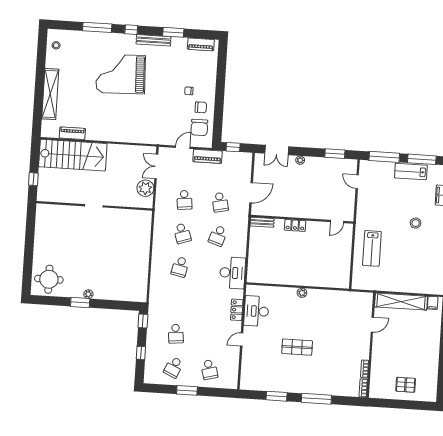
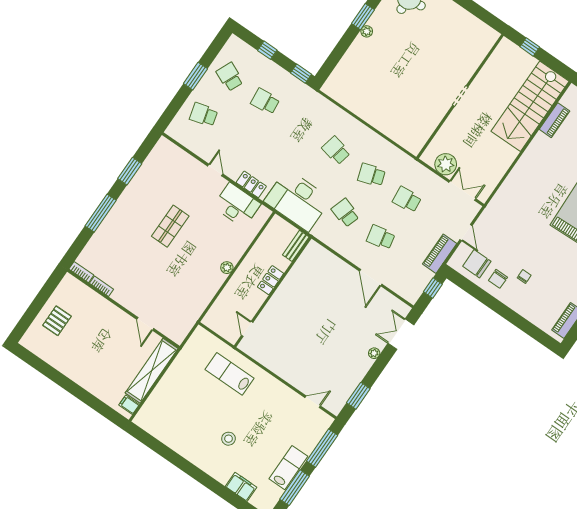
wall: (302, 219) -> (273, 292), moved
door: (337, 221) -> (247, 329), moved
bench: (262, 222) -> (296, 246), moved
locker: (295, 225) -> (271, 280), moved
desk: (232, 273) -> (298, 200), width x1.36, depth x1.30

